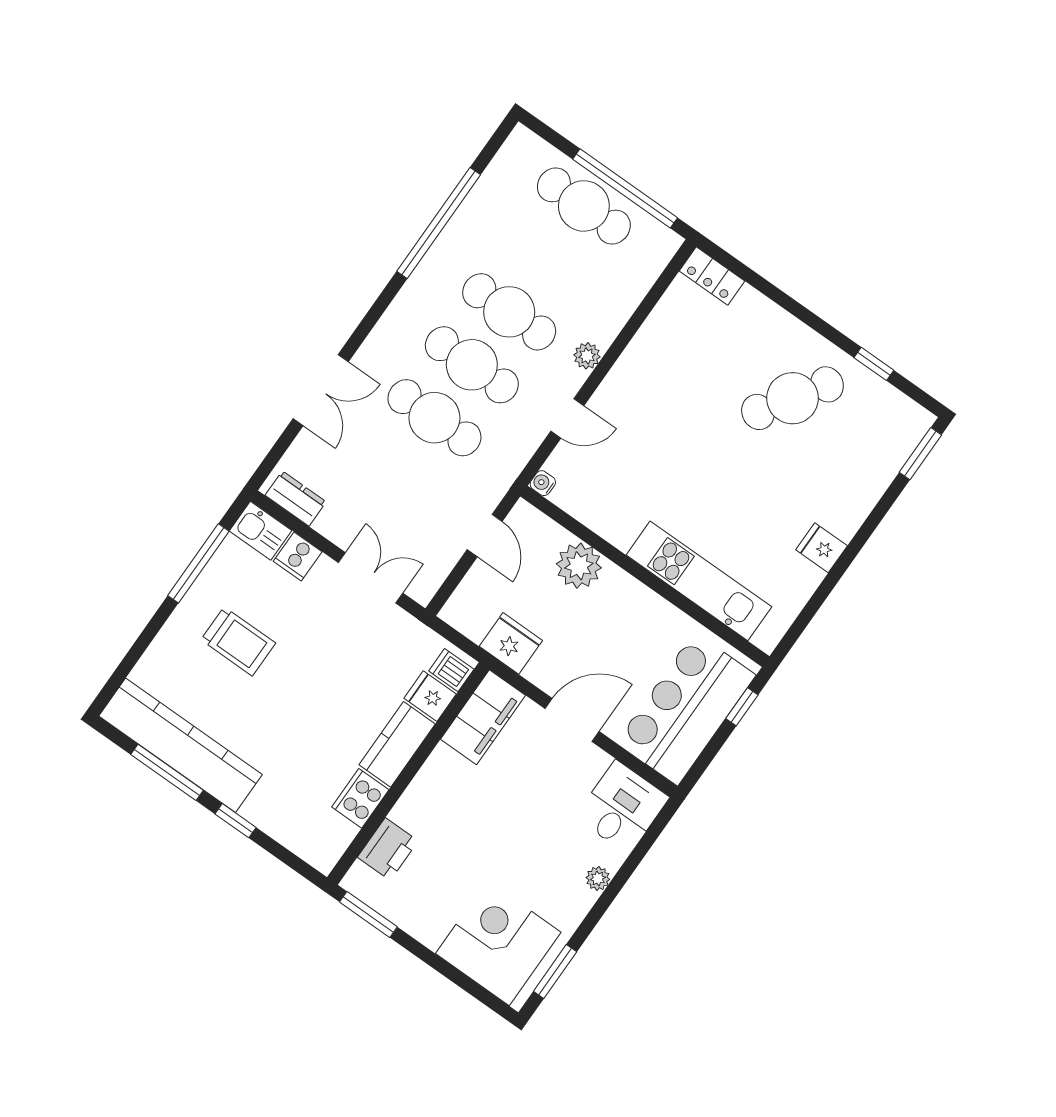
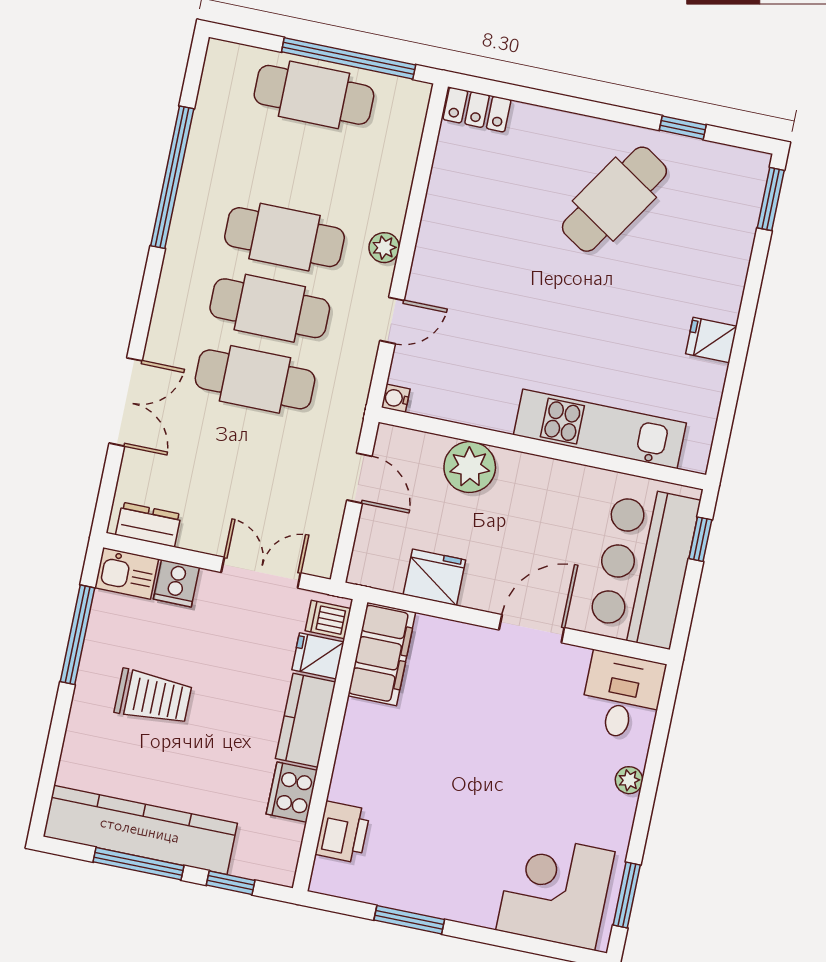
dishwasher: (451, 670) -> (328, 620), moved
fridge: (430, 696) -> (318, 656), moved
filing cabinet: (483, 717) -> (382, 654), moved
kitchen counter: (397, 744) -> (306, 720), moved
wall: (408, 774) -> (330, 745), moved
cooker: (360, 798) -> (292, 792), moved
printer: (388, 849) -> (343, 832), moved

